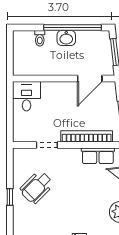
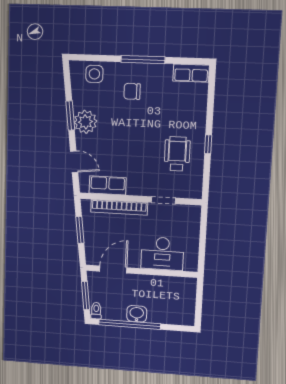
toilet: (40, 38) -> (96, 311), moved
desk: (26, 96) -> (162, 254), moved, width x1.37
wheelchair: (37, 187) -> (177, 154), turned -45

